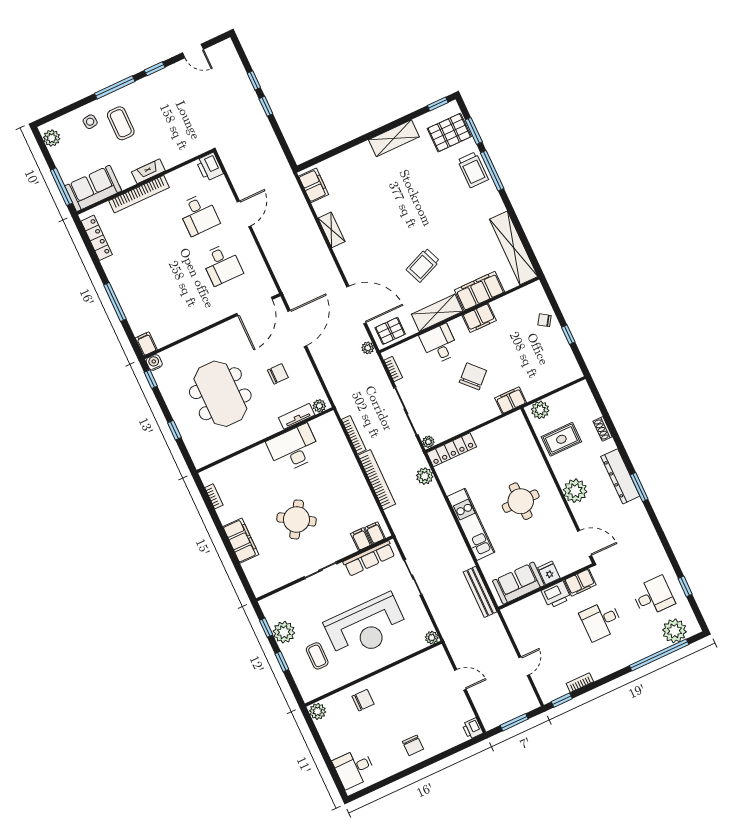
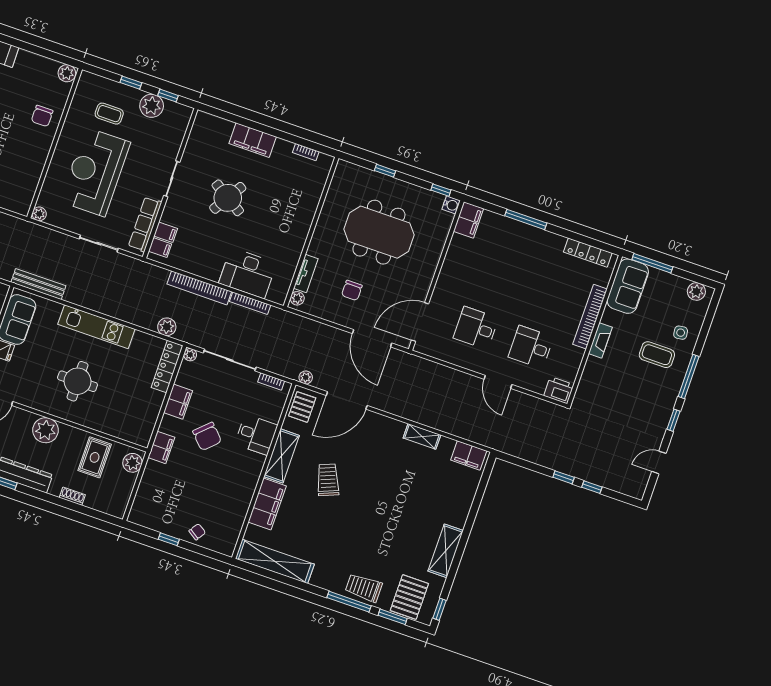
door: (255, 306) -> (420, 322), hinge flipped
filing cabinet: (479, 318) -> (178, 402), moved, turned 180
filing cabinet: (146, 344) -> (468, 220), width x2.00
desk: (294, 448) -> (248, 273), moved, turned 90

